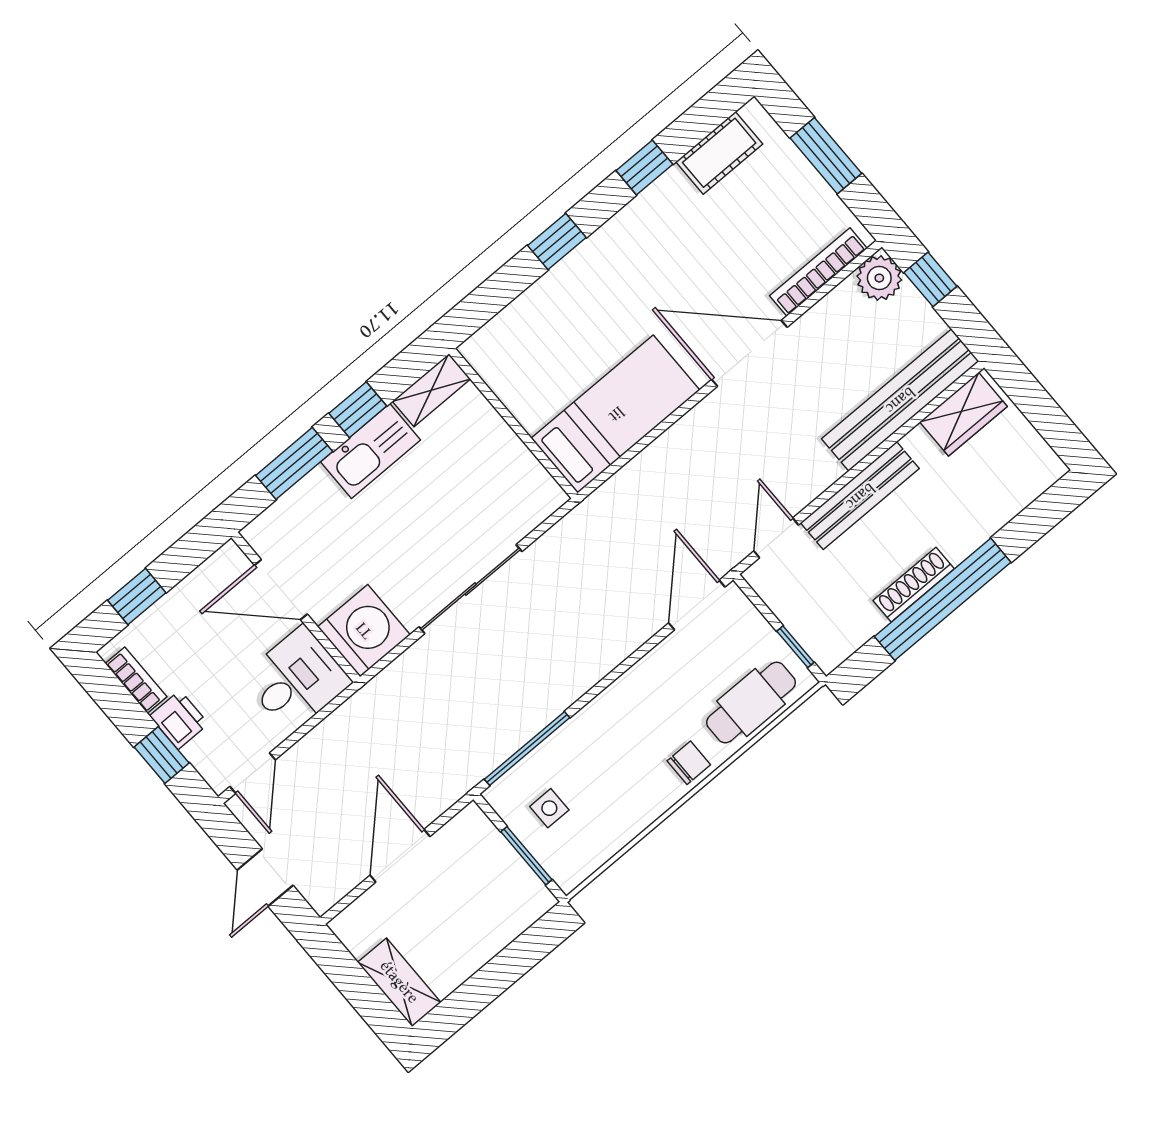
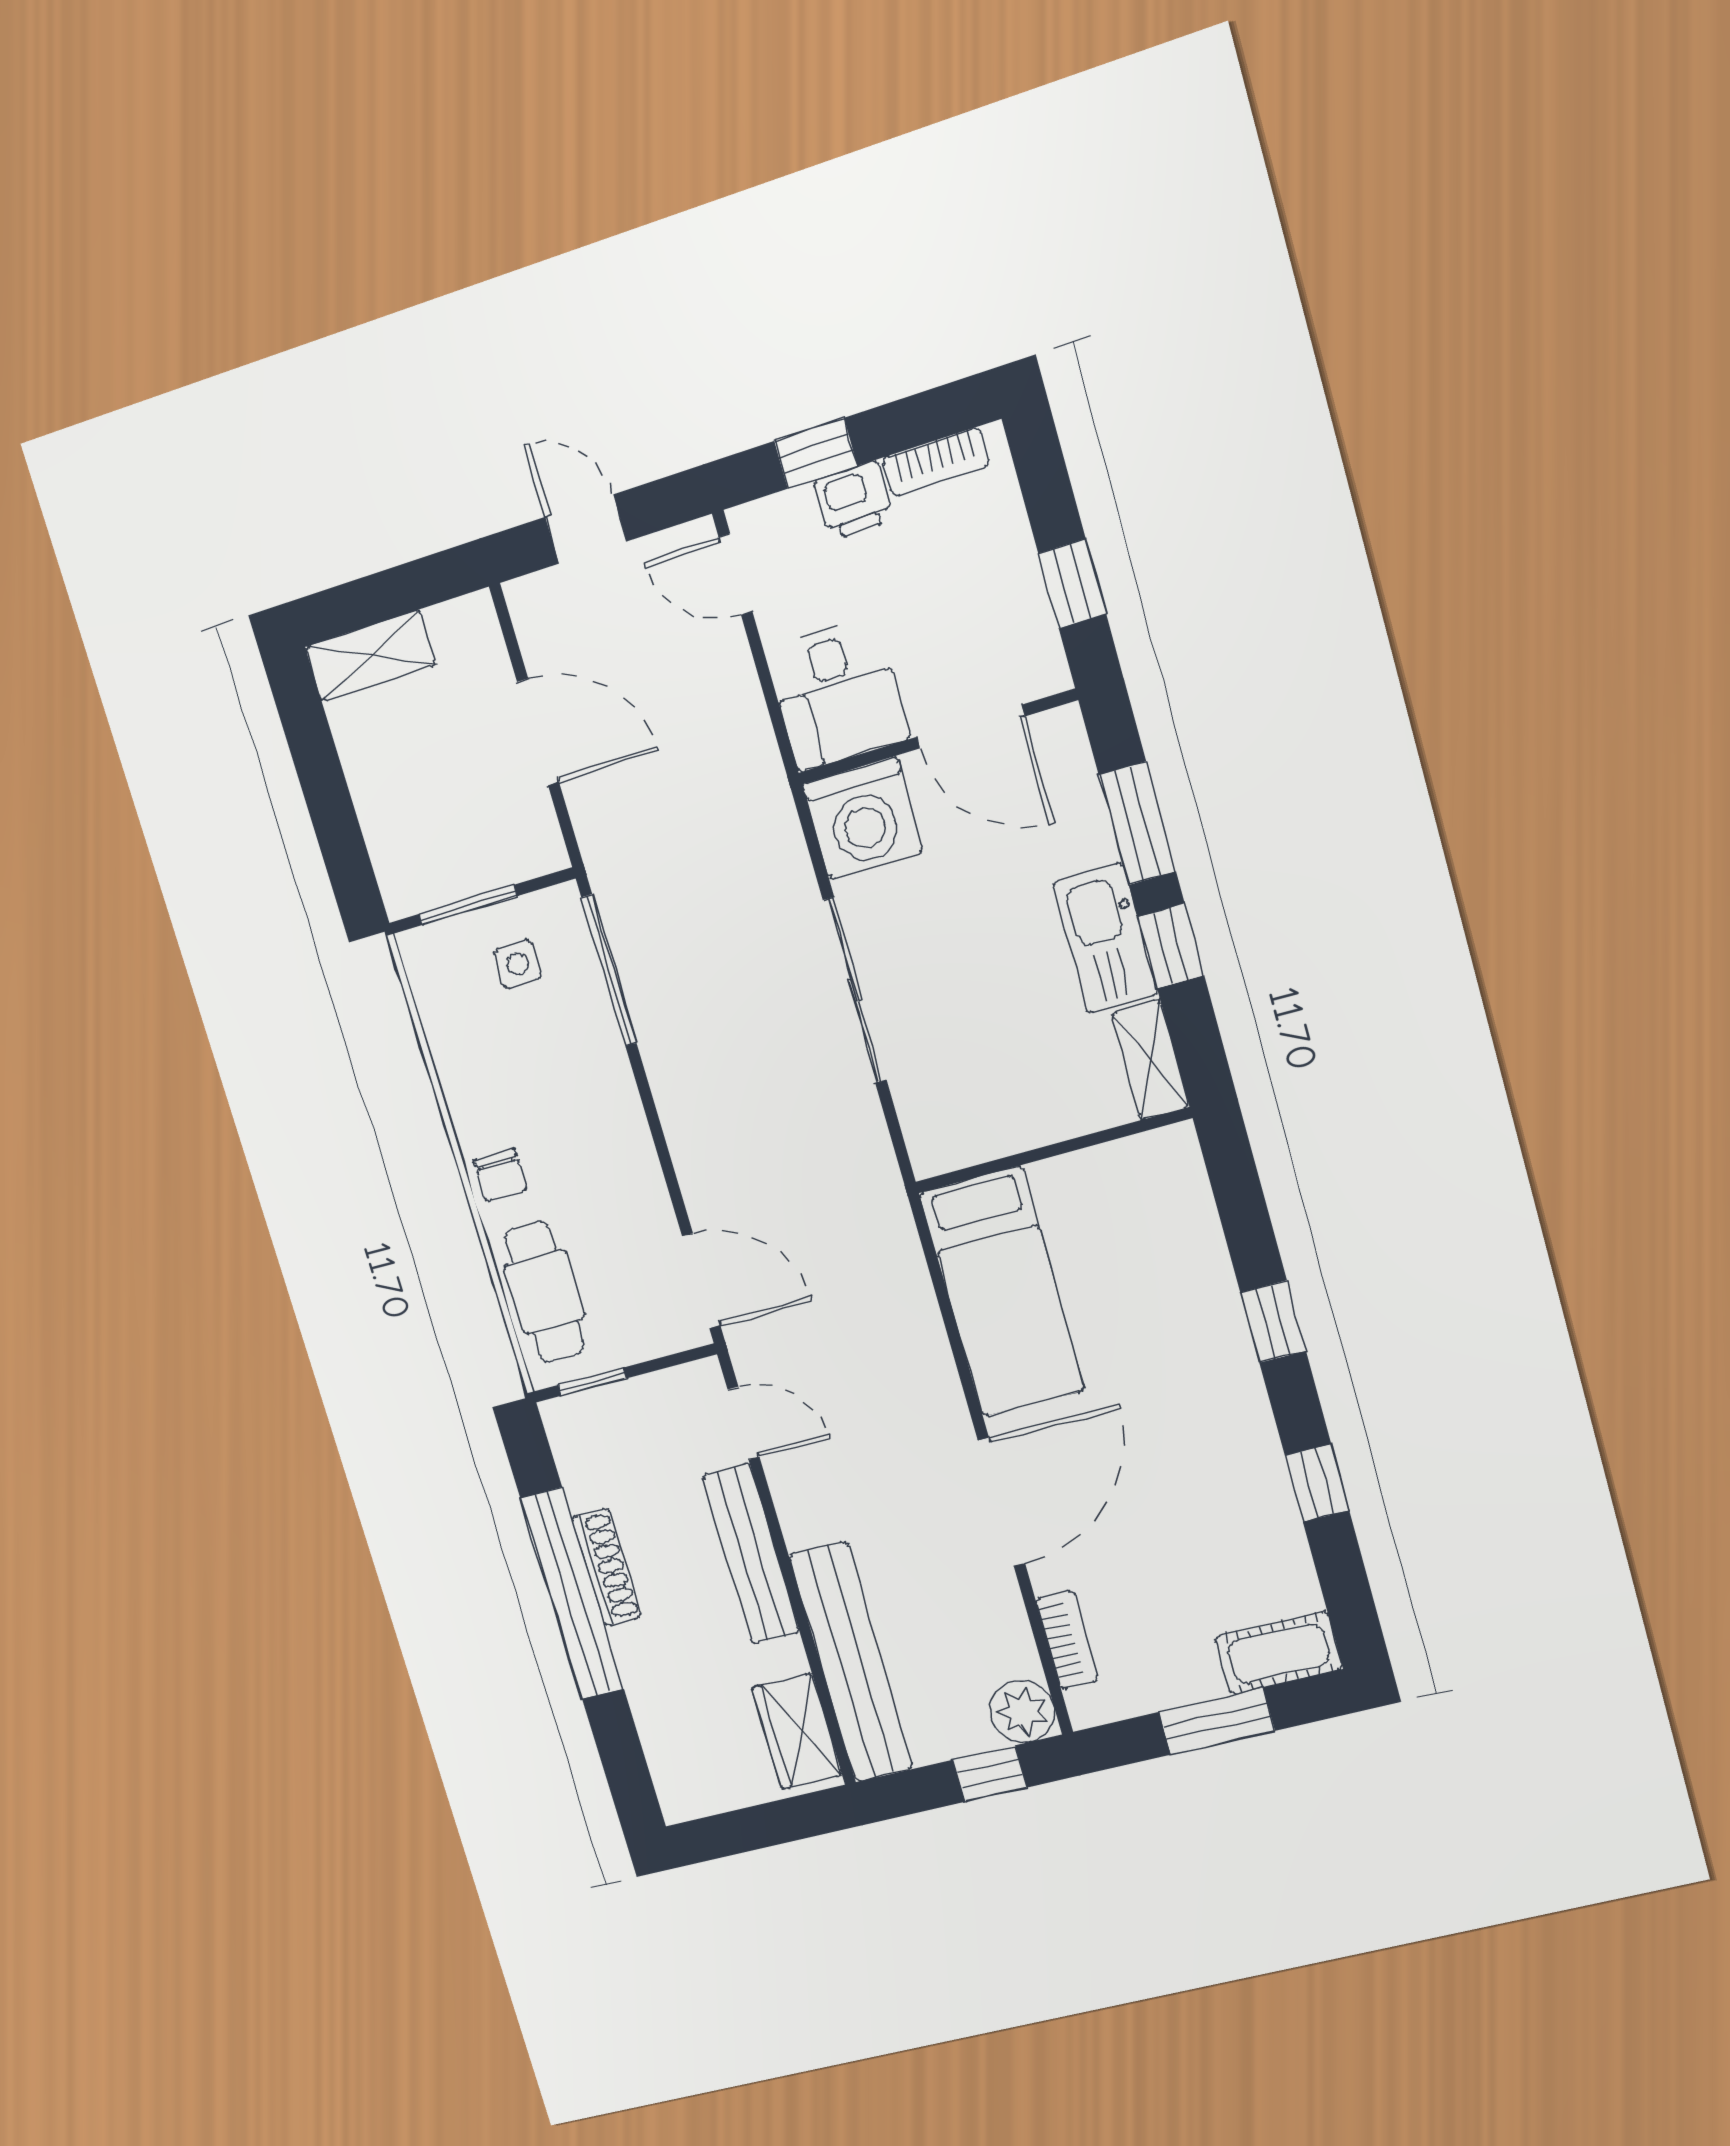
cot: (719, 153) -> (1279, 1653), moved, turned 90
bookcase: (818, 272) -> (1067, 1640), width x0.64
door: (281, 590) -> (971, 727), swing flipped
window: (137, 596) -> (1072, 584), moved

